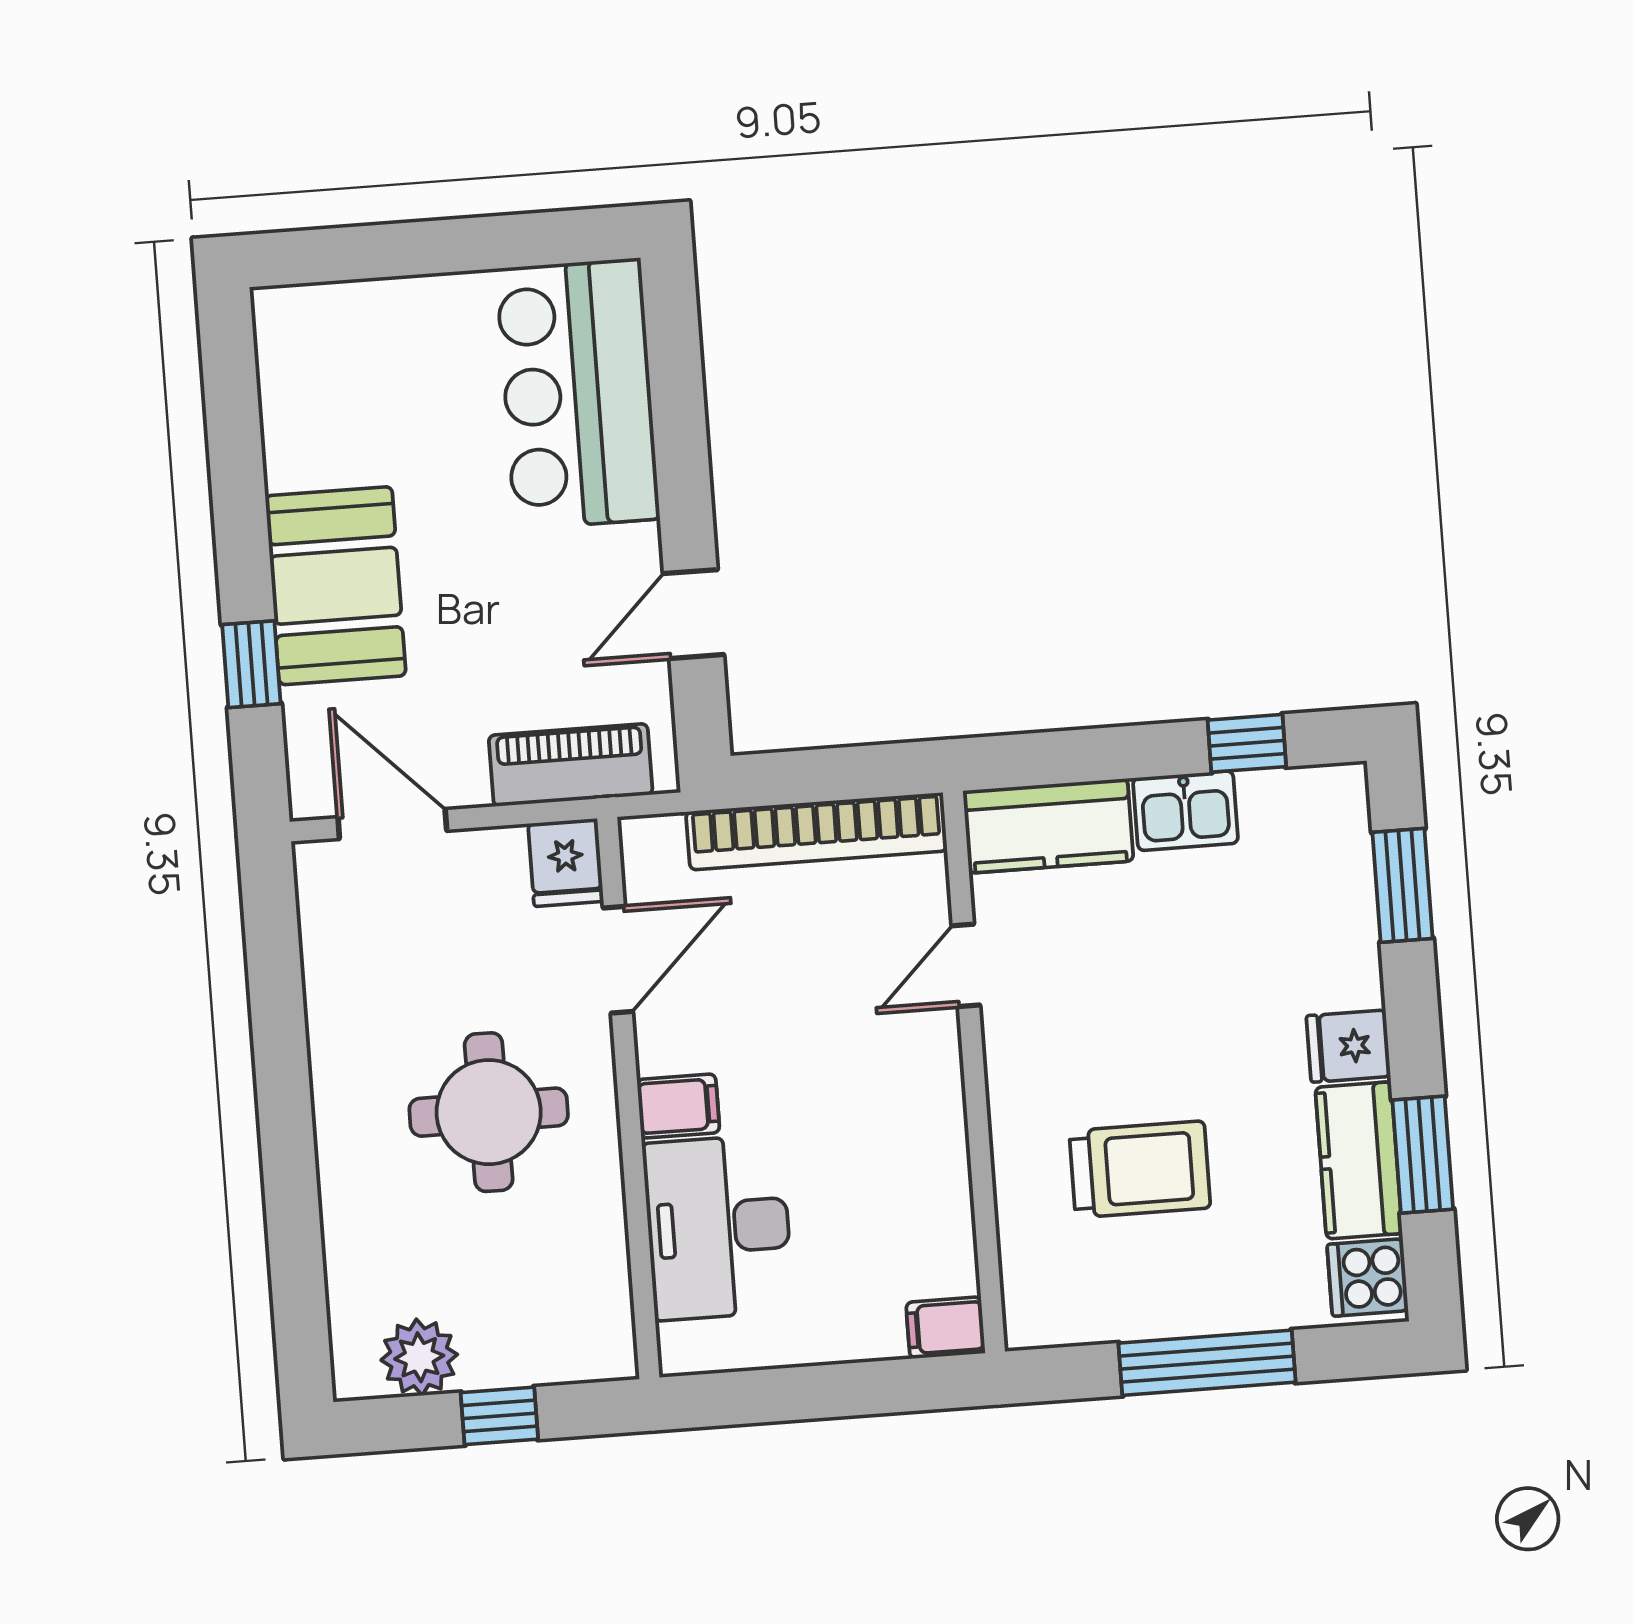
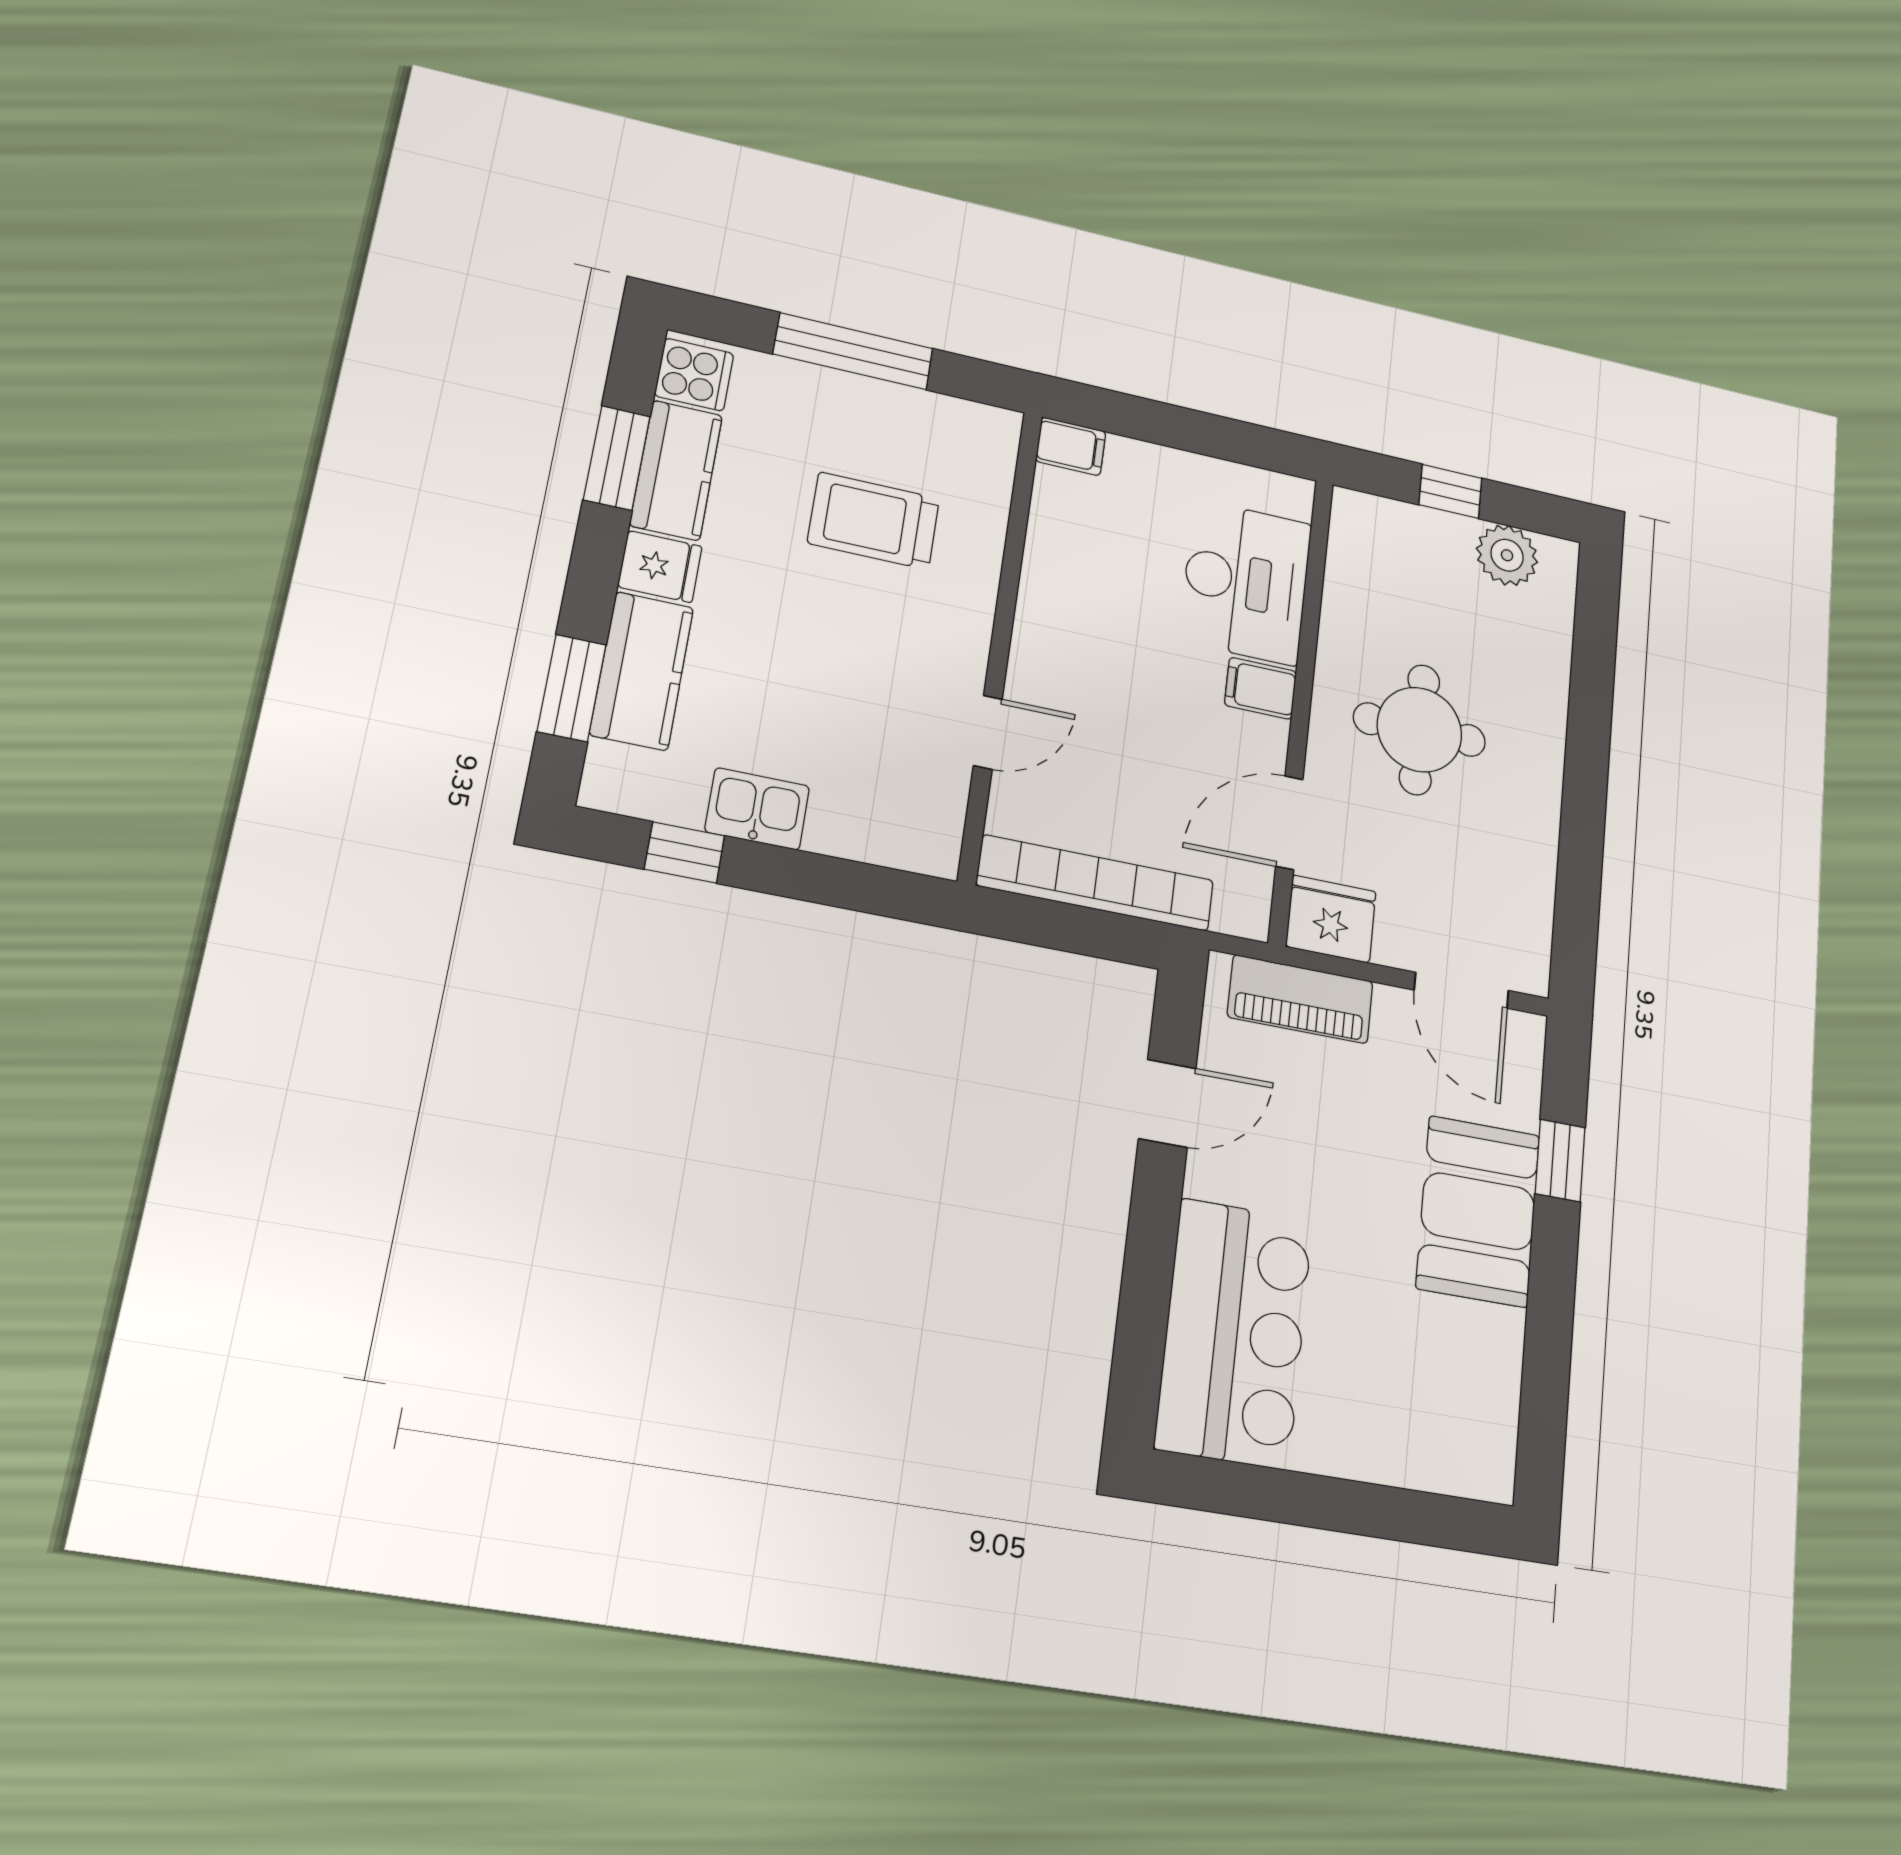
kitchen counter: (1048, 826) -> (642, 671), moved, turned 90
fridge: (566, 862) -> (1331, 919), width x1.38

